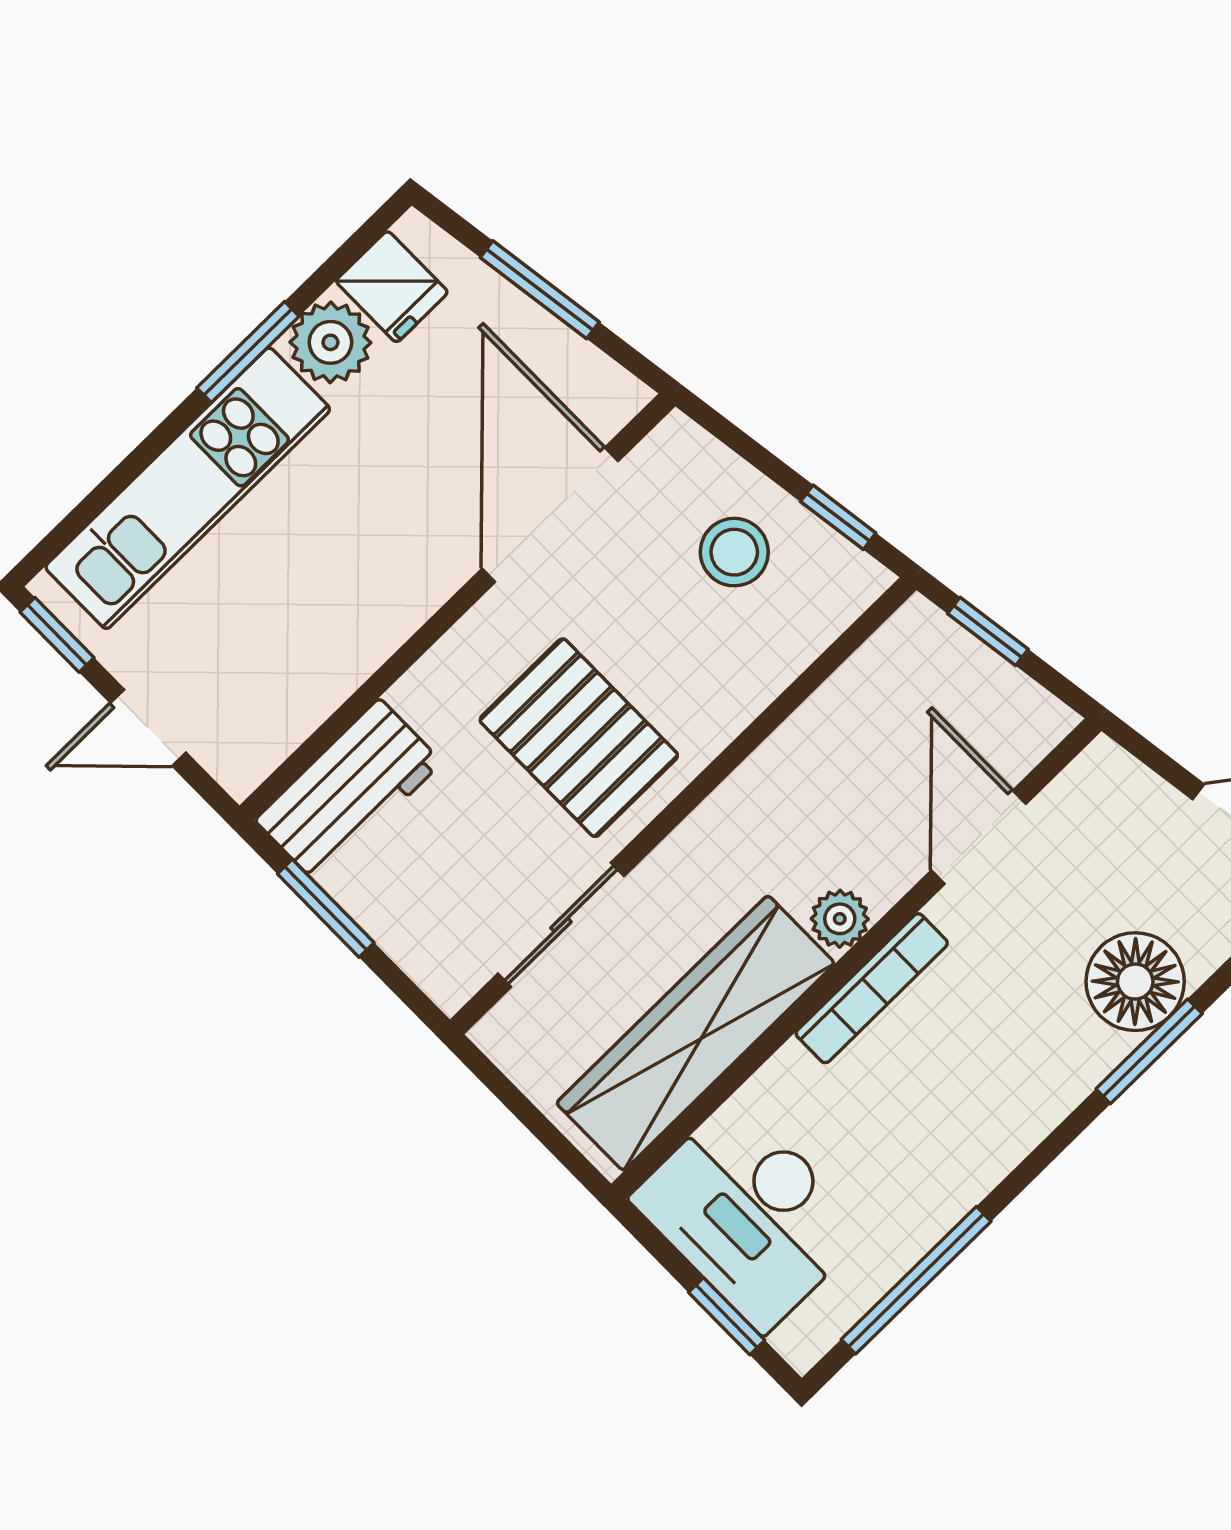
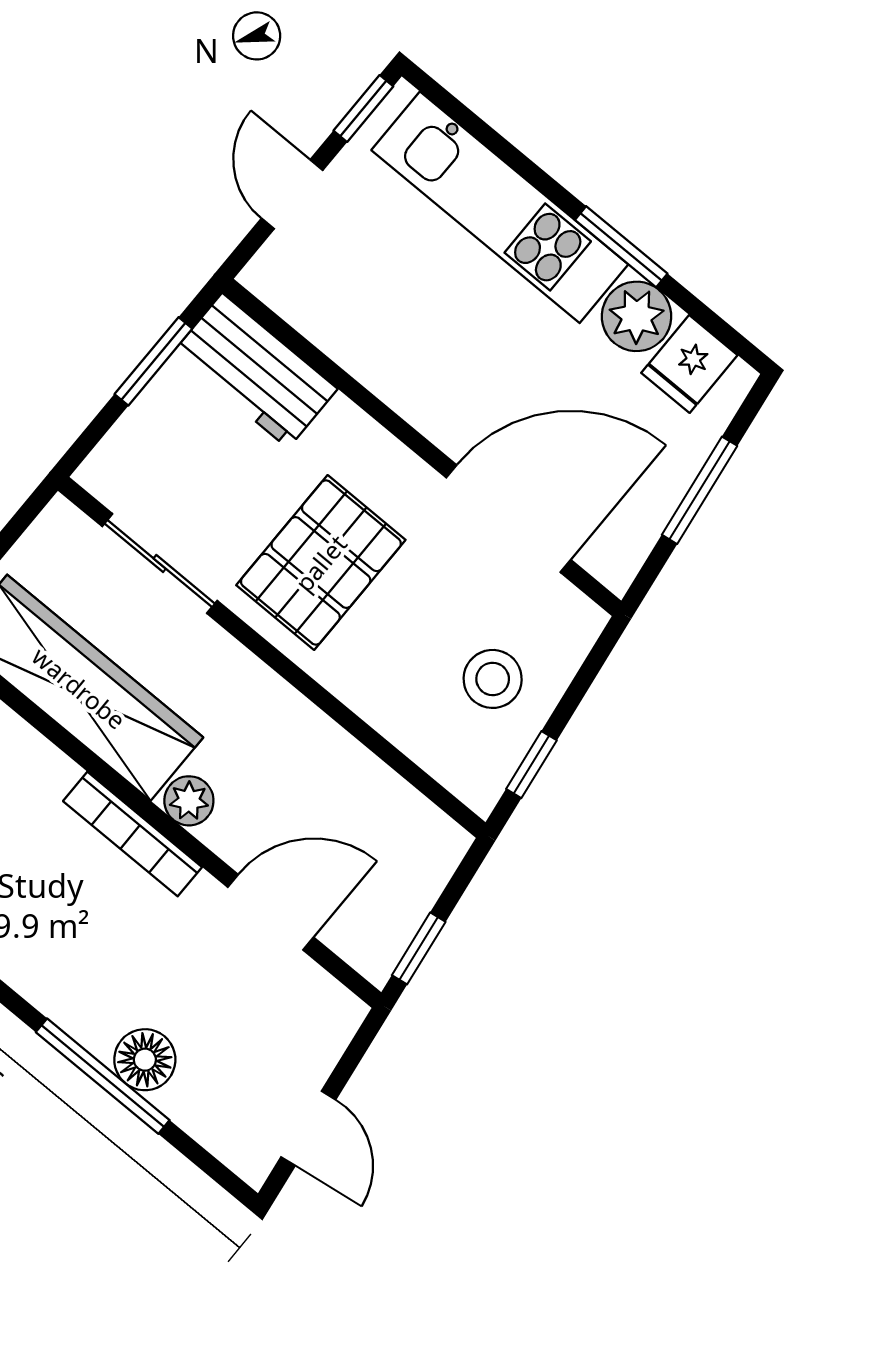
window: (988, 631) -> (419, 948), moved
floor lamp: (1135, 982) -> (145, 1060), width x0.73, depth x0.73
window: (1149, 1051) -> (103, 1076), width x1.44

